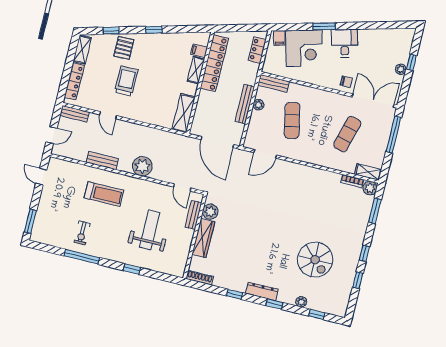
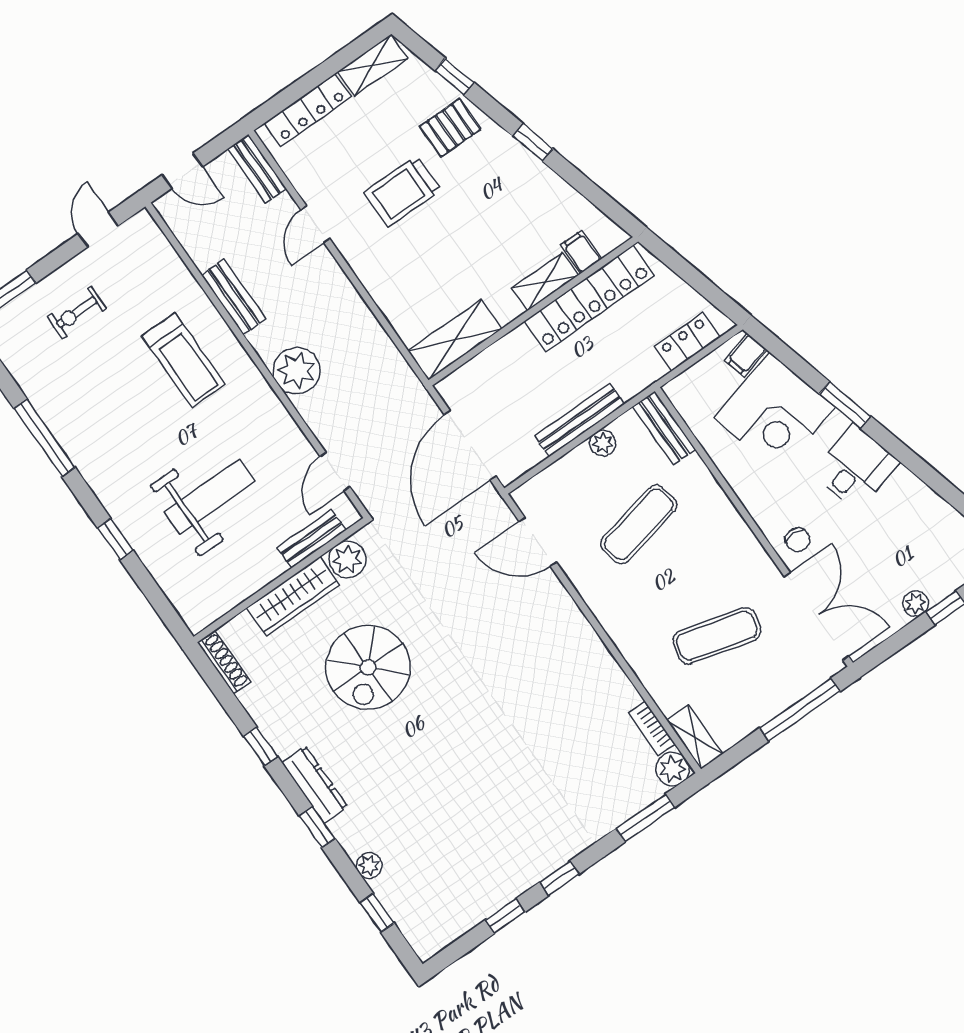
trolley: (126, 81) -> (402, 191), turned 180
exercise bike: (82, 233) -> (77, 312), moved
spiral stairs: (315, 260) -> (368, 667), moved

